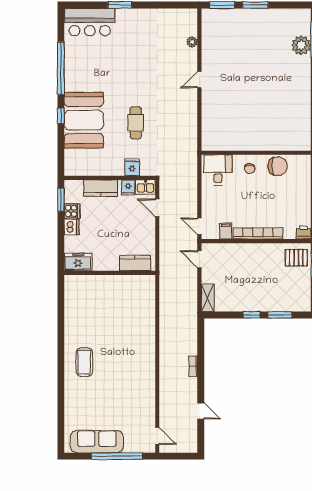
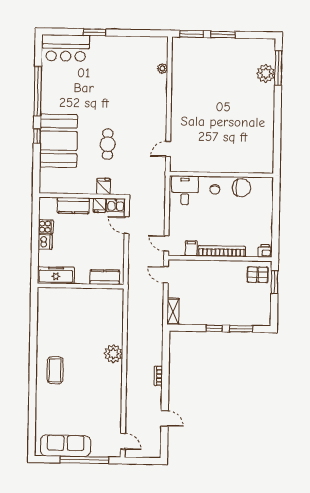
door: (199, 80) -> (168, 149), moved
window: (61, 200) -> (36, 216), removed
freezer: (78, 262) -> (56, 275), width x1.40
plant: (145, 344) -> (113, 354), added

